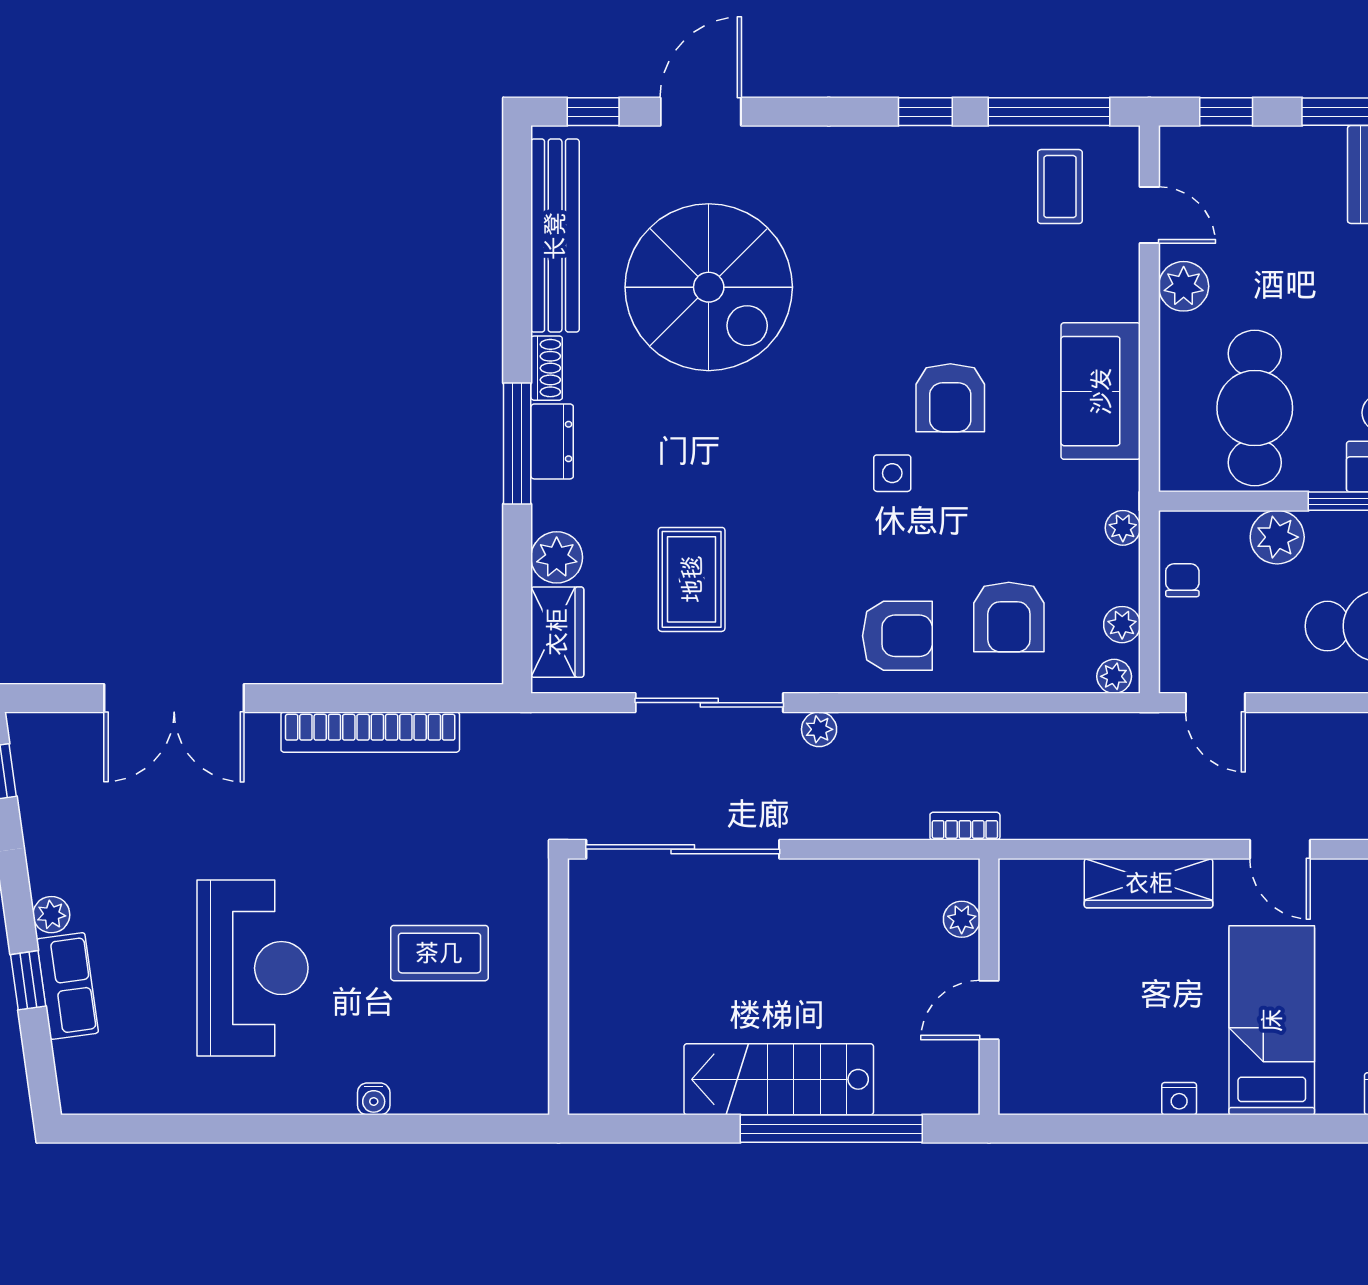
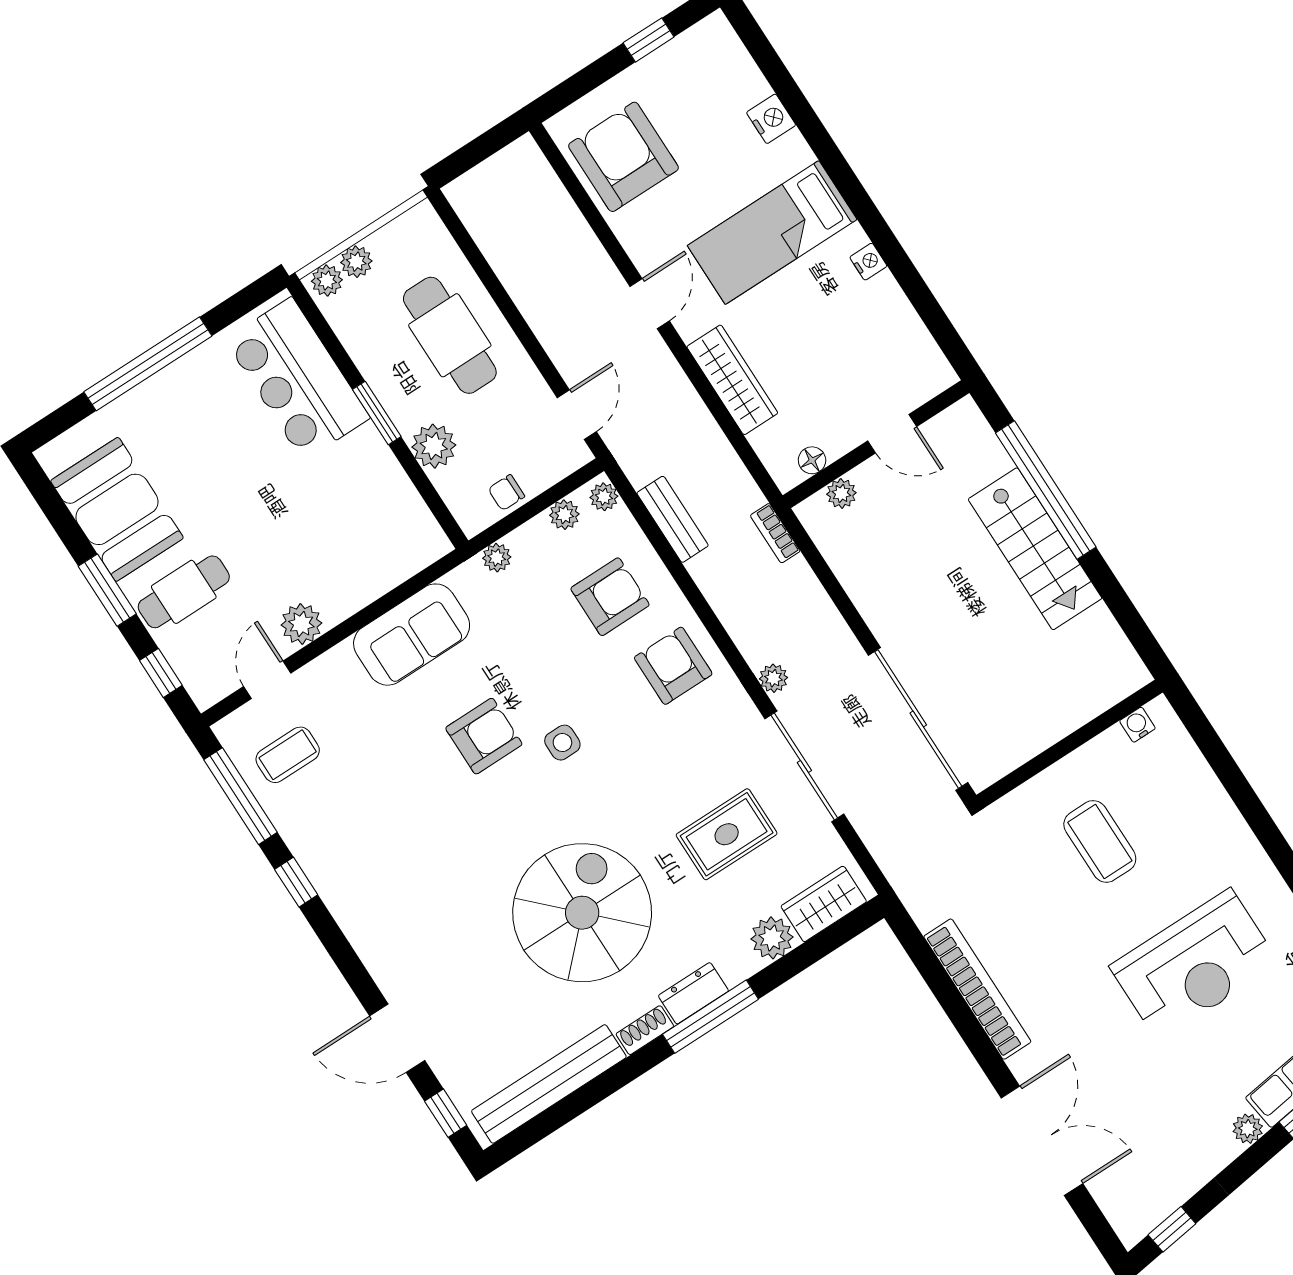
spiral stairs: (709, 287) -> (582, 913), moved
cafe table: (1255, 408) -> (184, 592), moved, width x0.73, depth x0.74
bench: (1046, 731) -> (673, 519), added
floor lamp: (1015, 911) -> (812, 460), added
reception desk: (253, 968) -> (1194, 965), turned 180
water cooler: (374, 1099) -> (1137, 725), moved, turned -90

